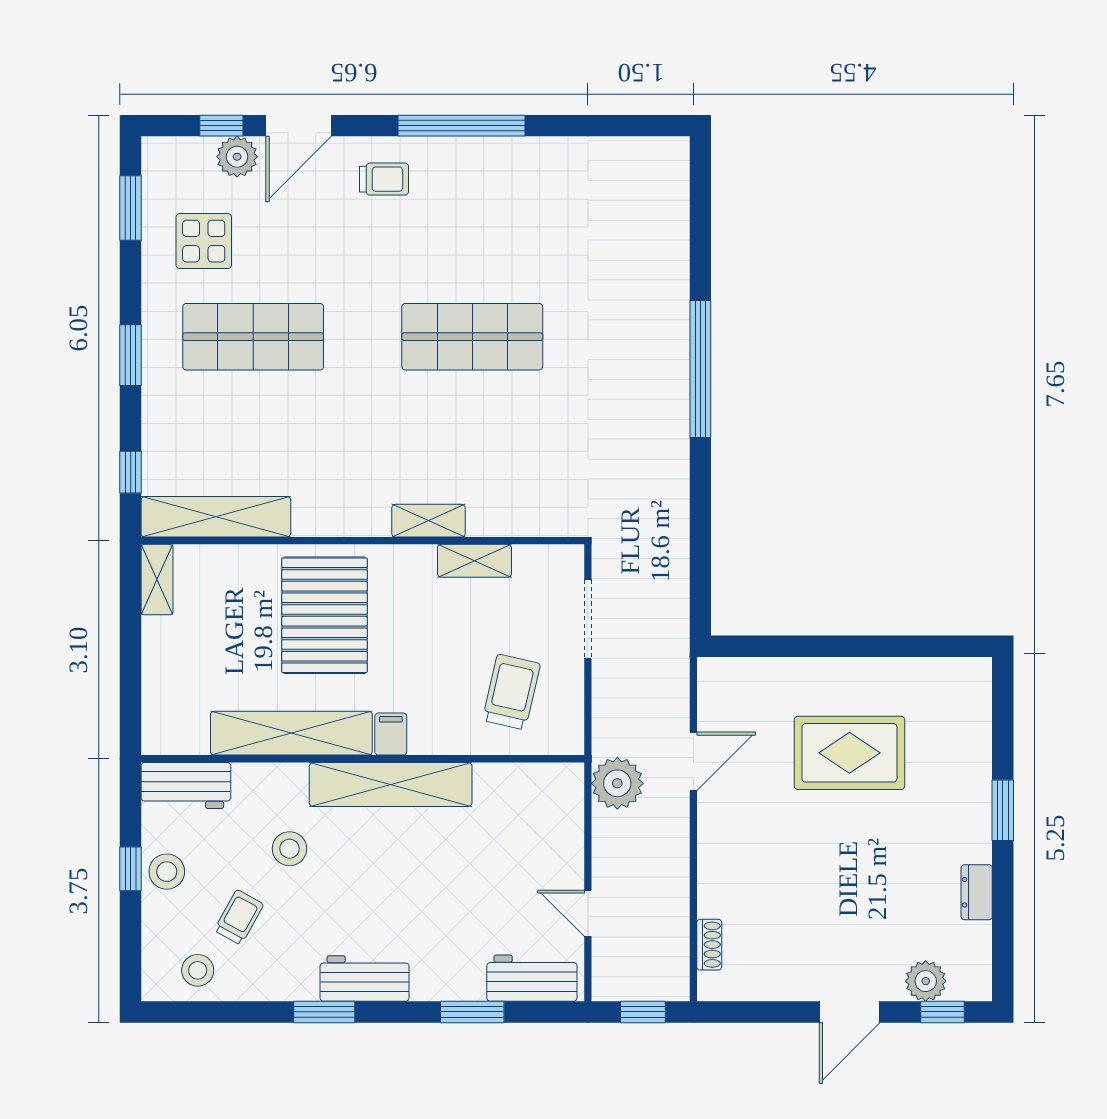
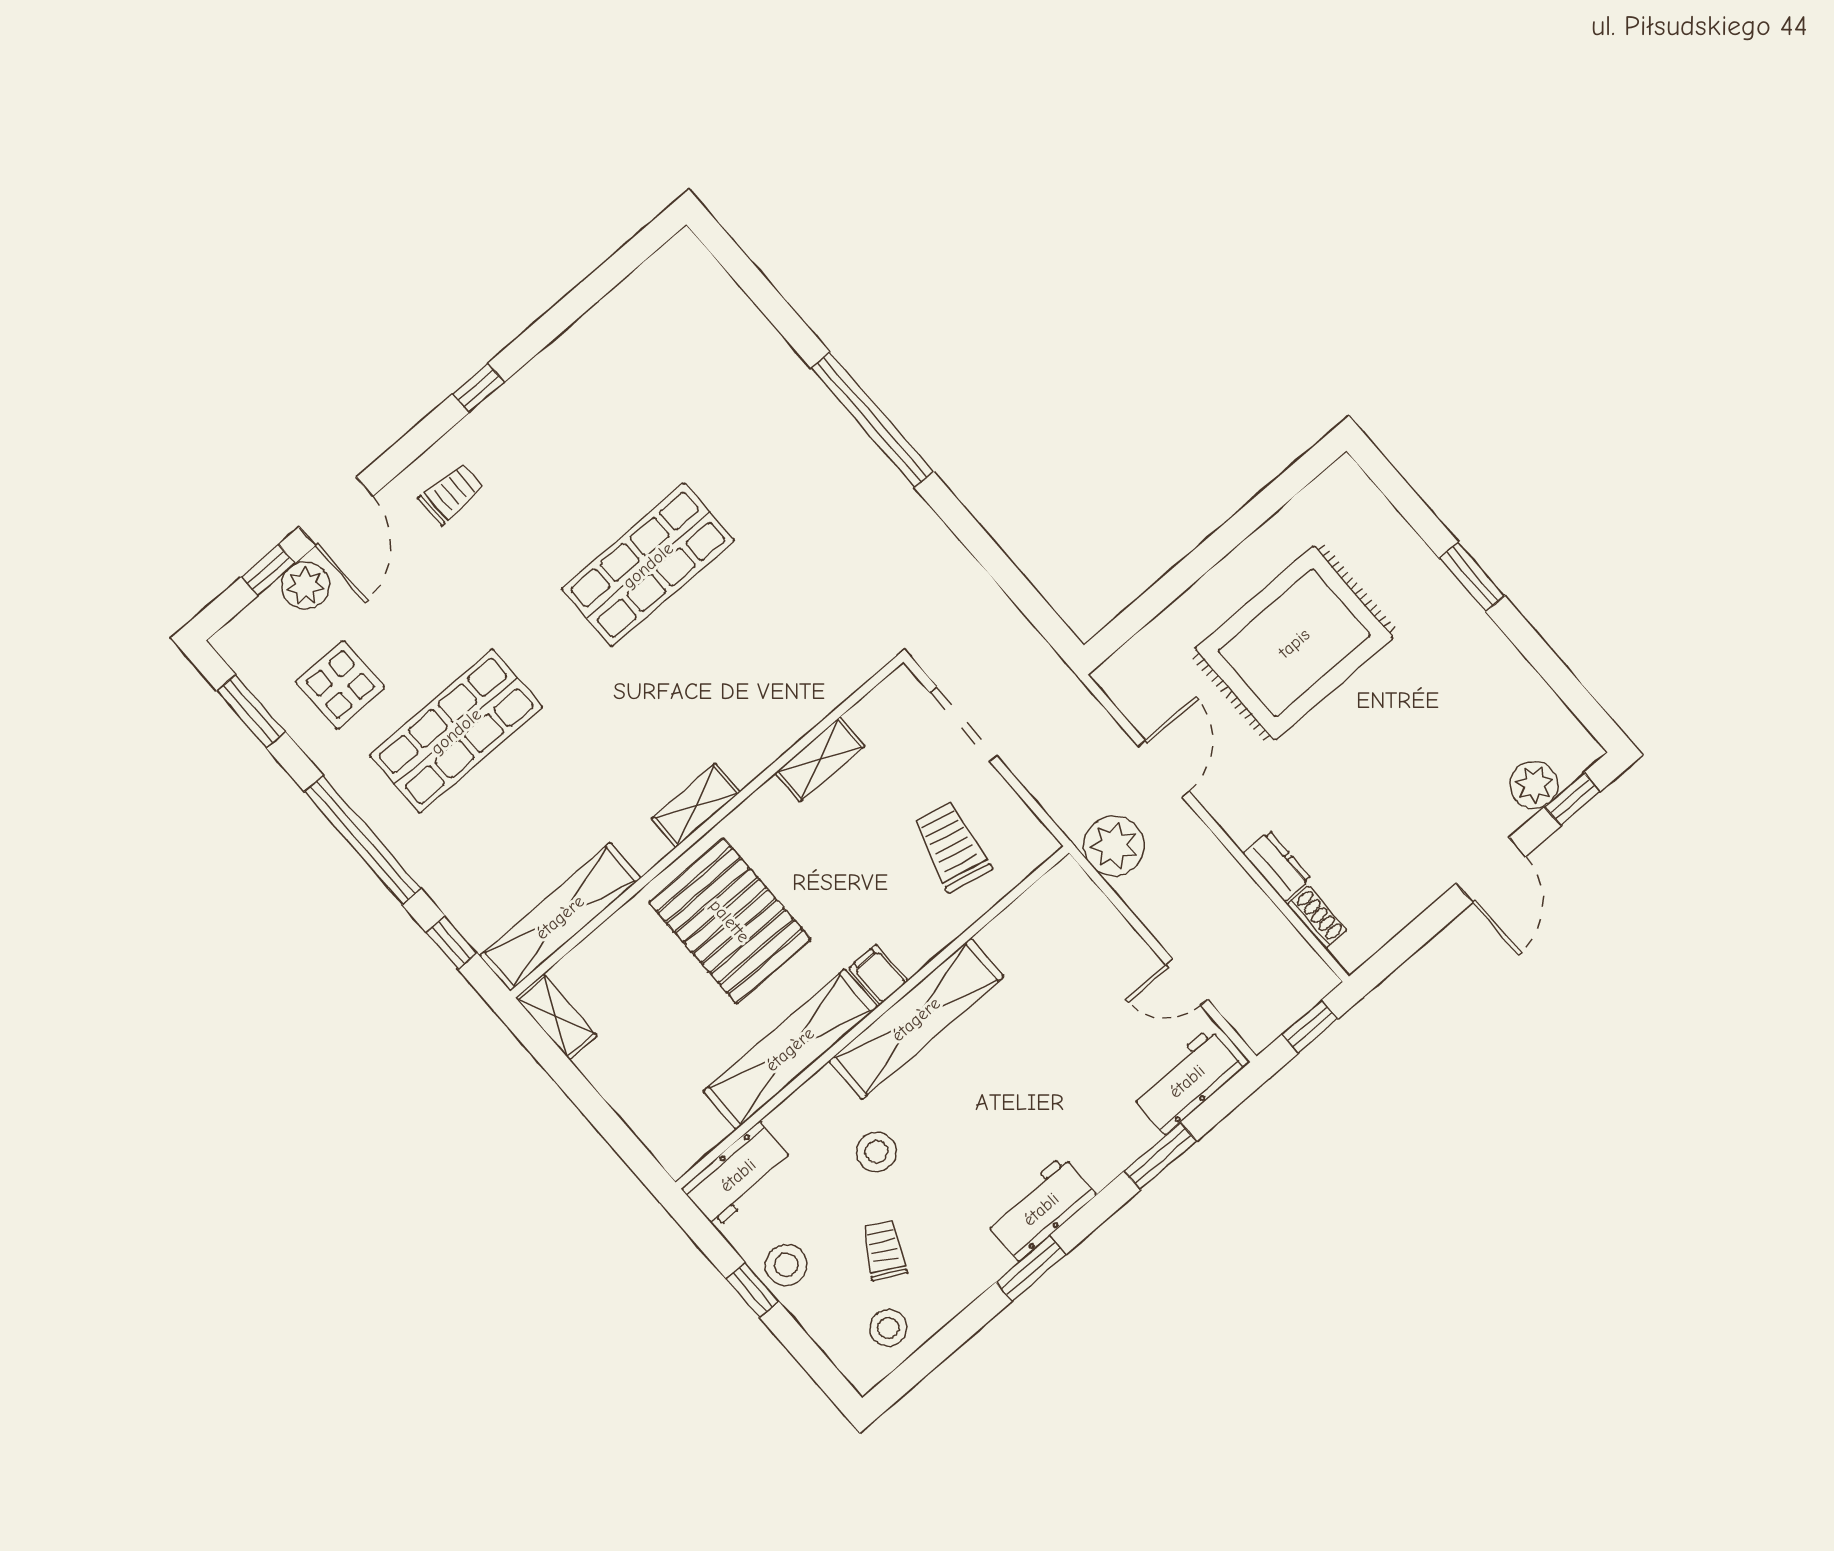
window: (461, 126) -> (478, 388), width x0.32
window: (131, 355) -> (363, 840), width x2.11
shelving: (428, 521) -> (696, 805), moved
rug: (849, 753) -> (1294, 643), width x1.37, depth x1.44
dresser: (977, 892) -> (1277, 866), moved, turned 180

